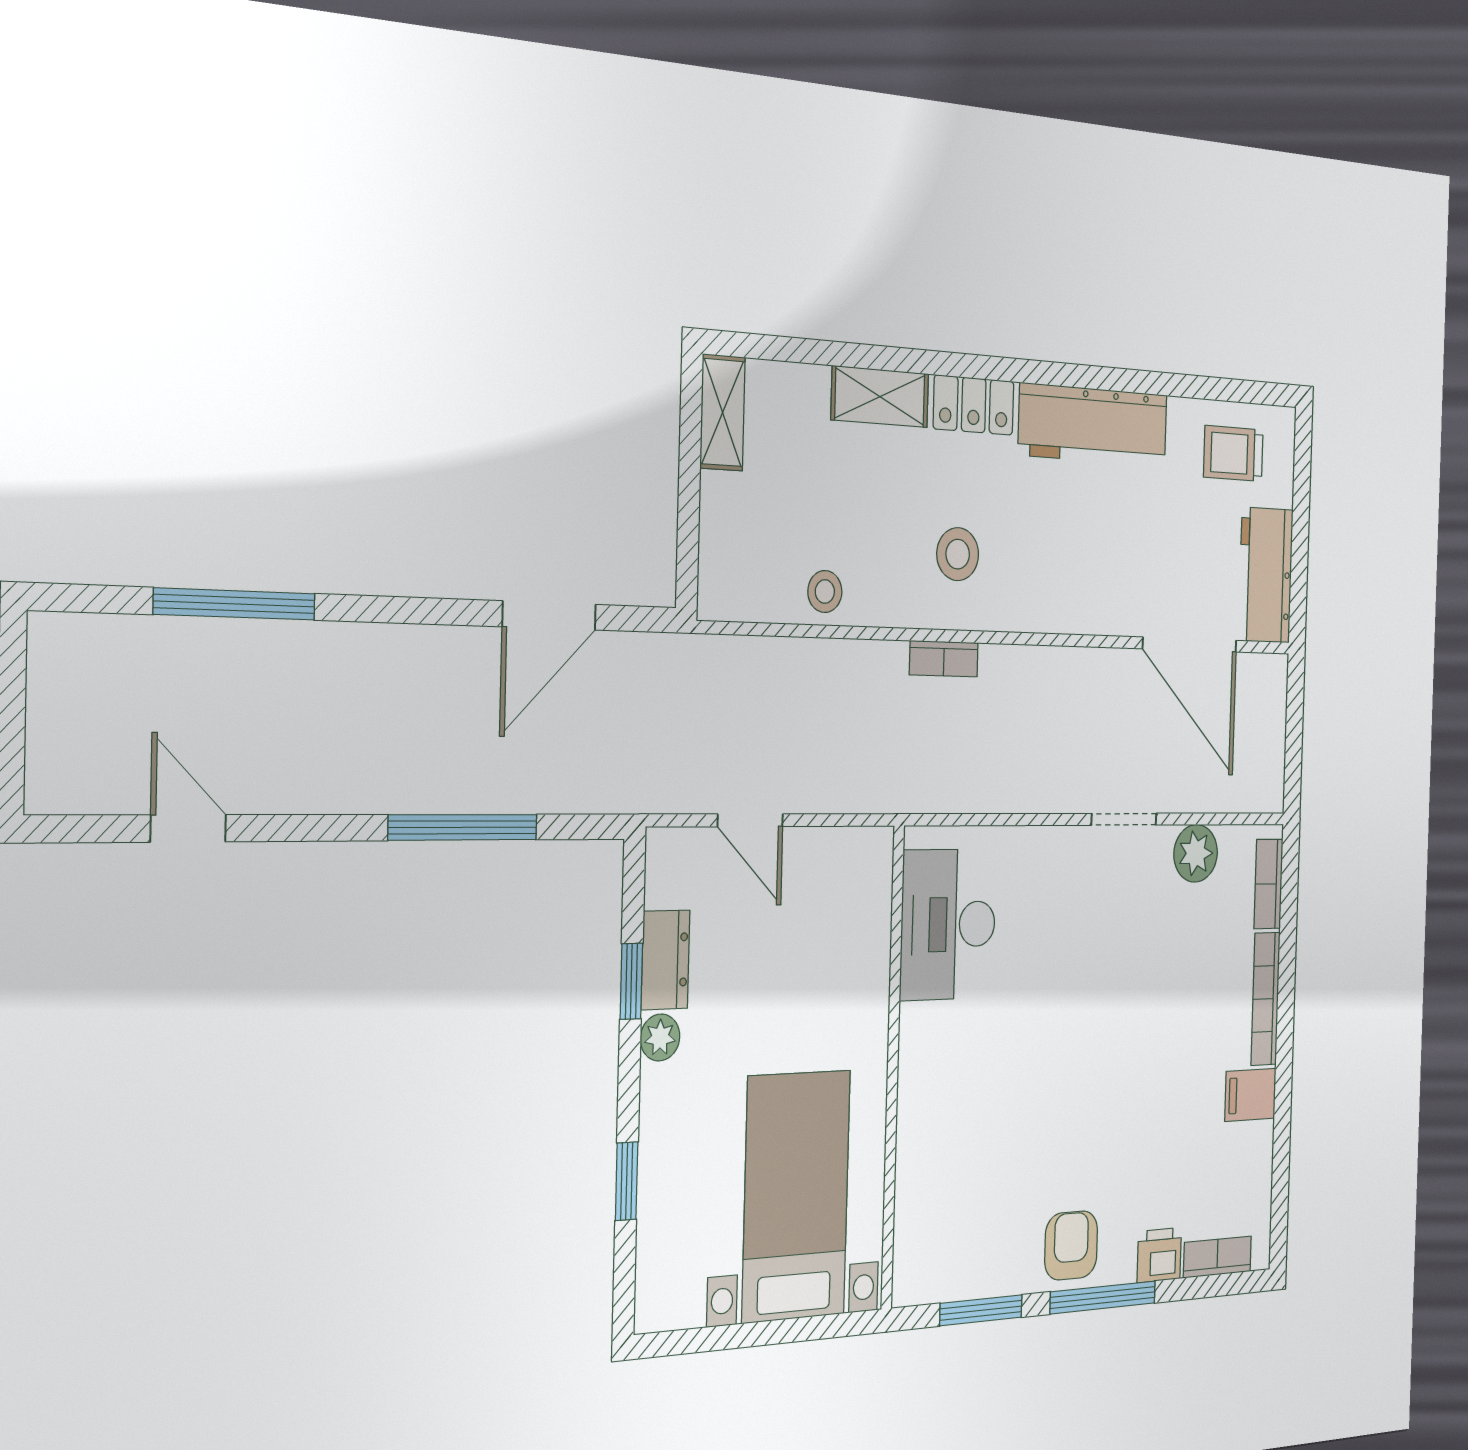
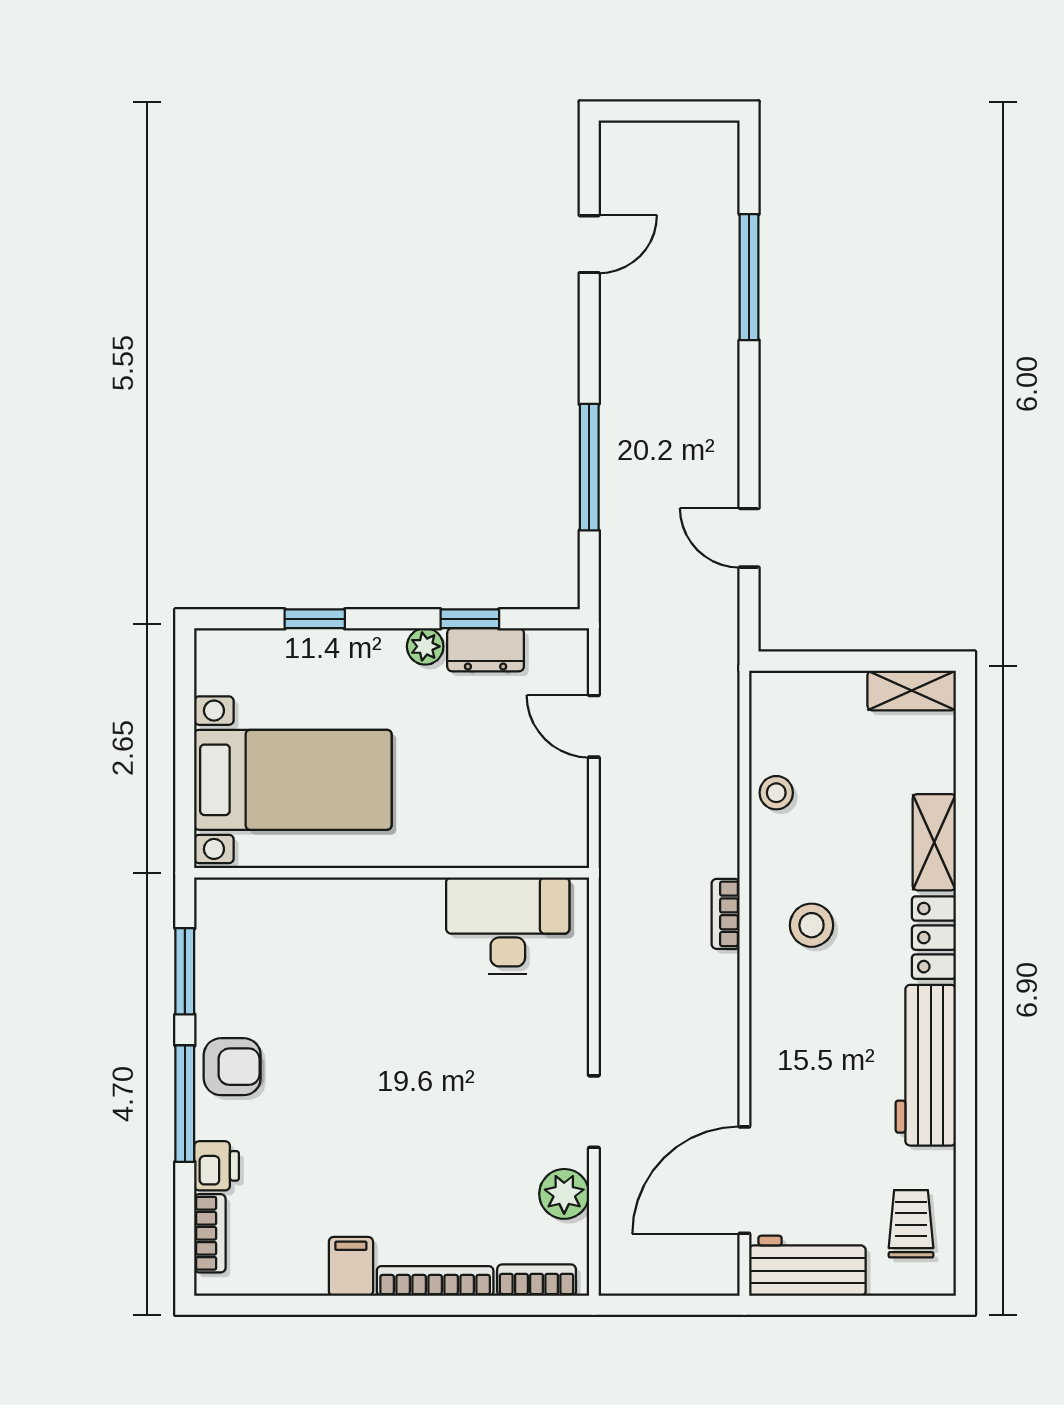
door: (549, 616) -> (749, 538), width x0.73
door: (750, 820) -> (594, 726), hinge flipped

